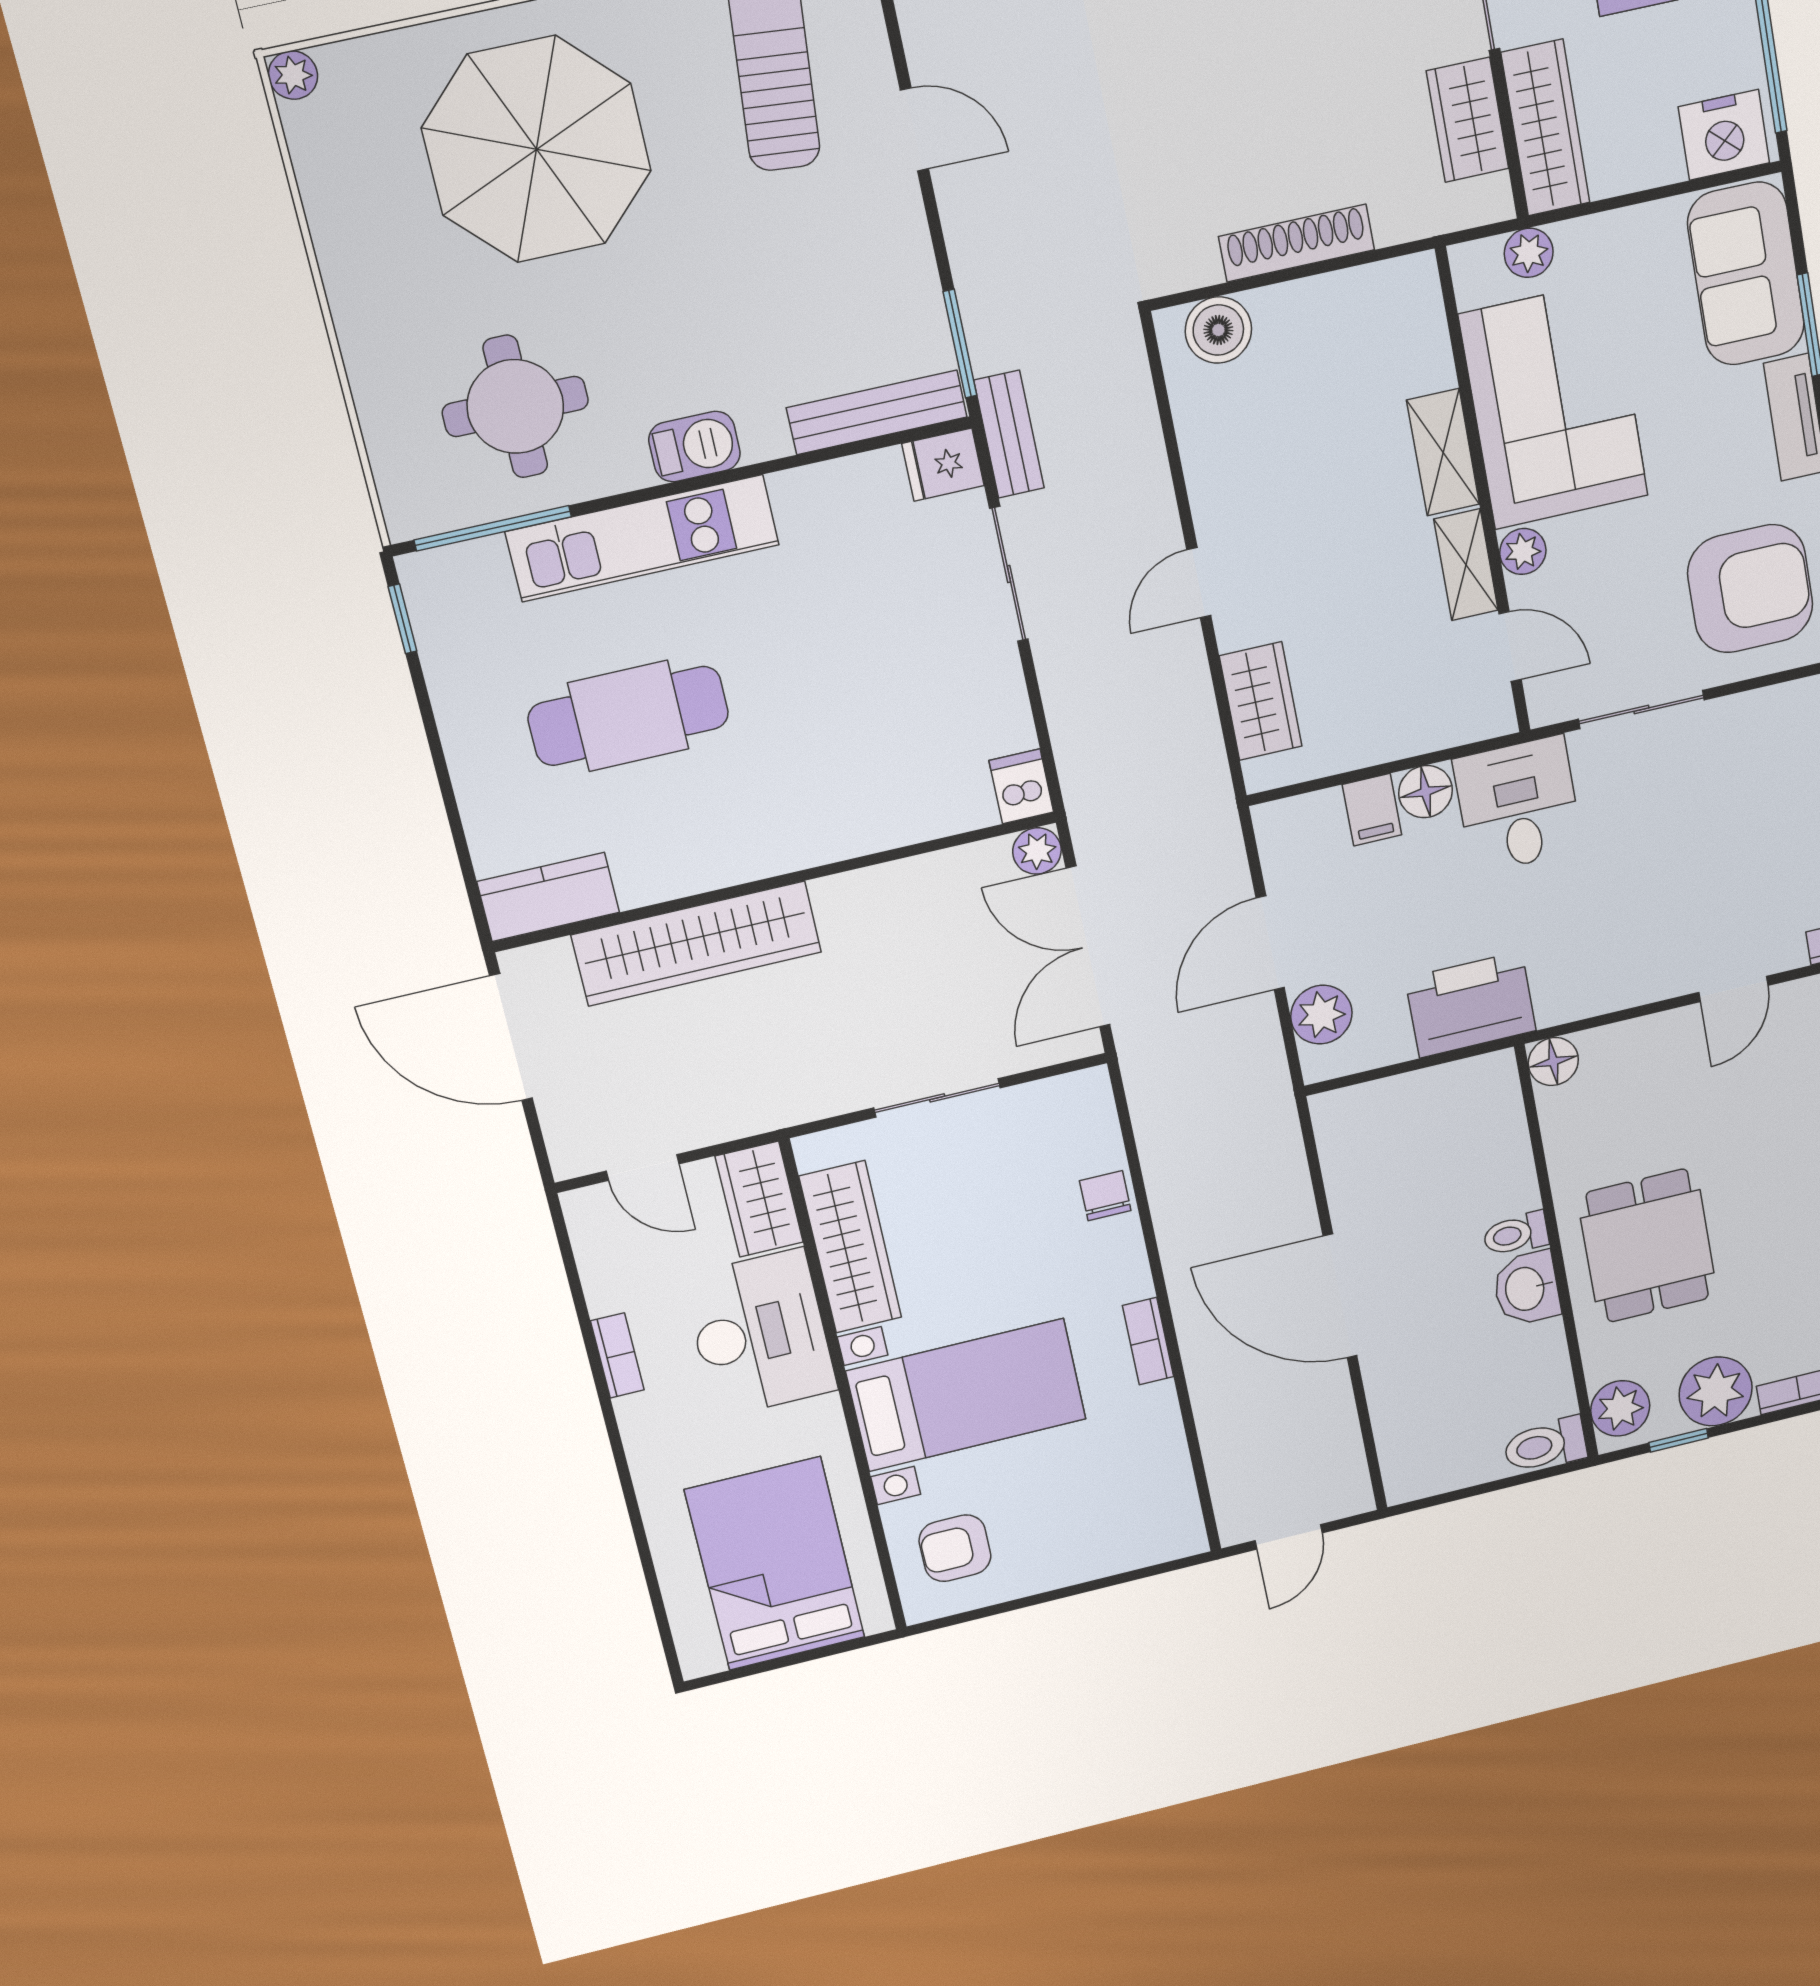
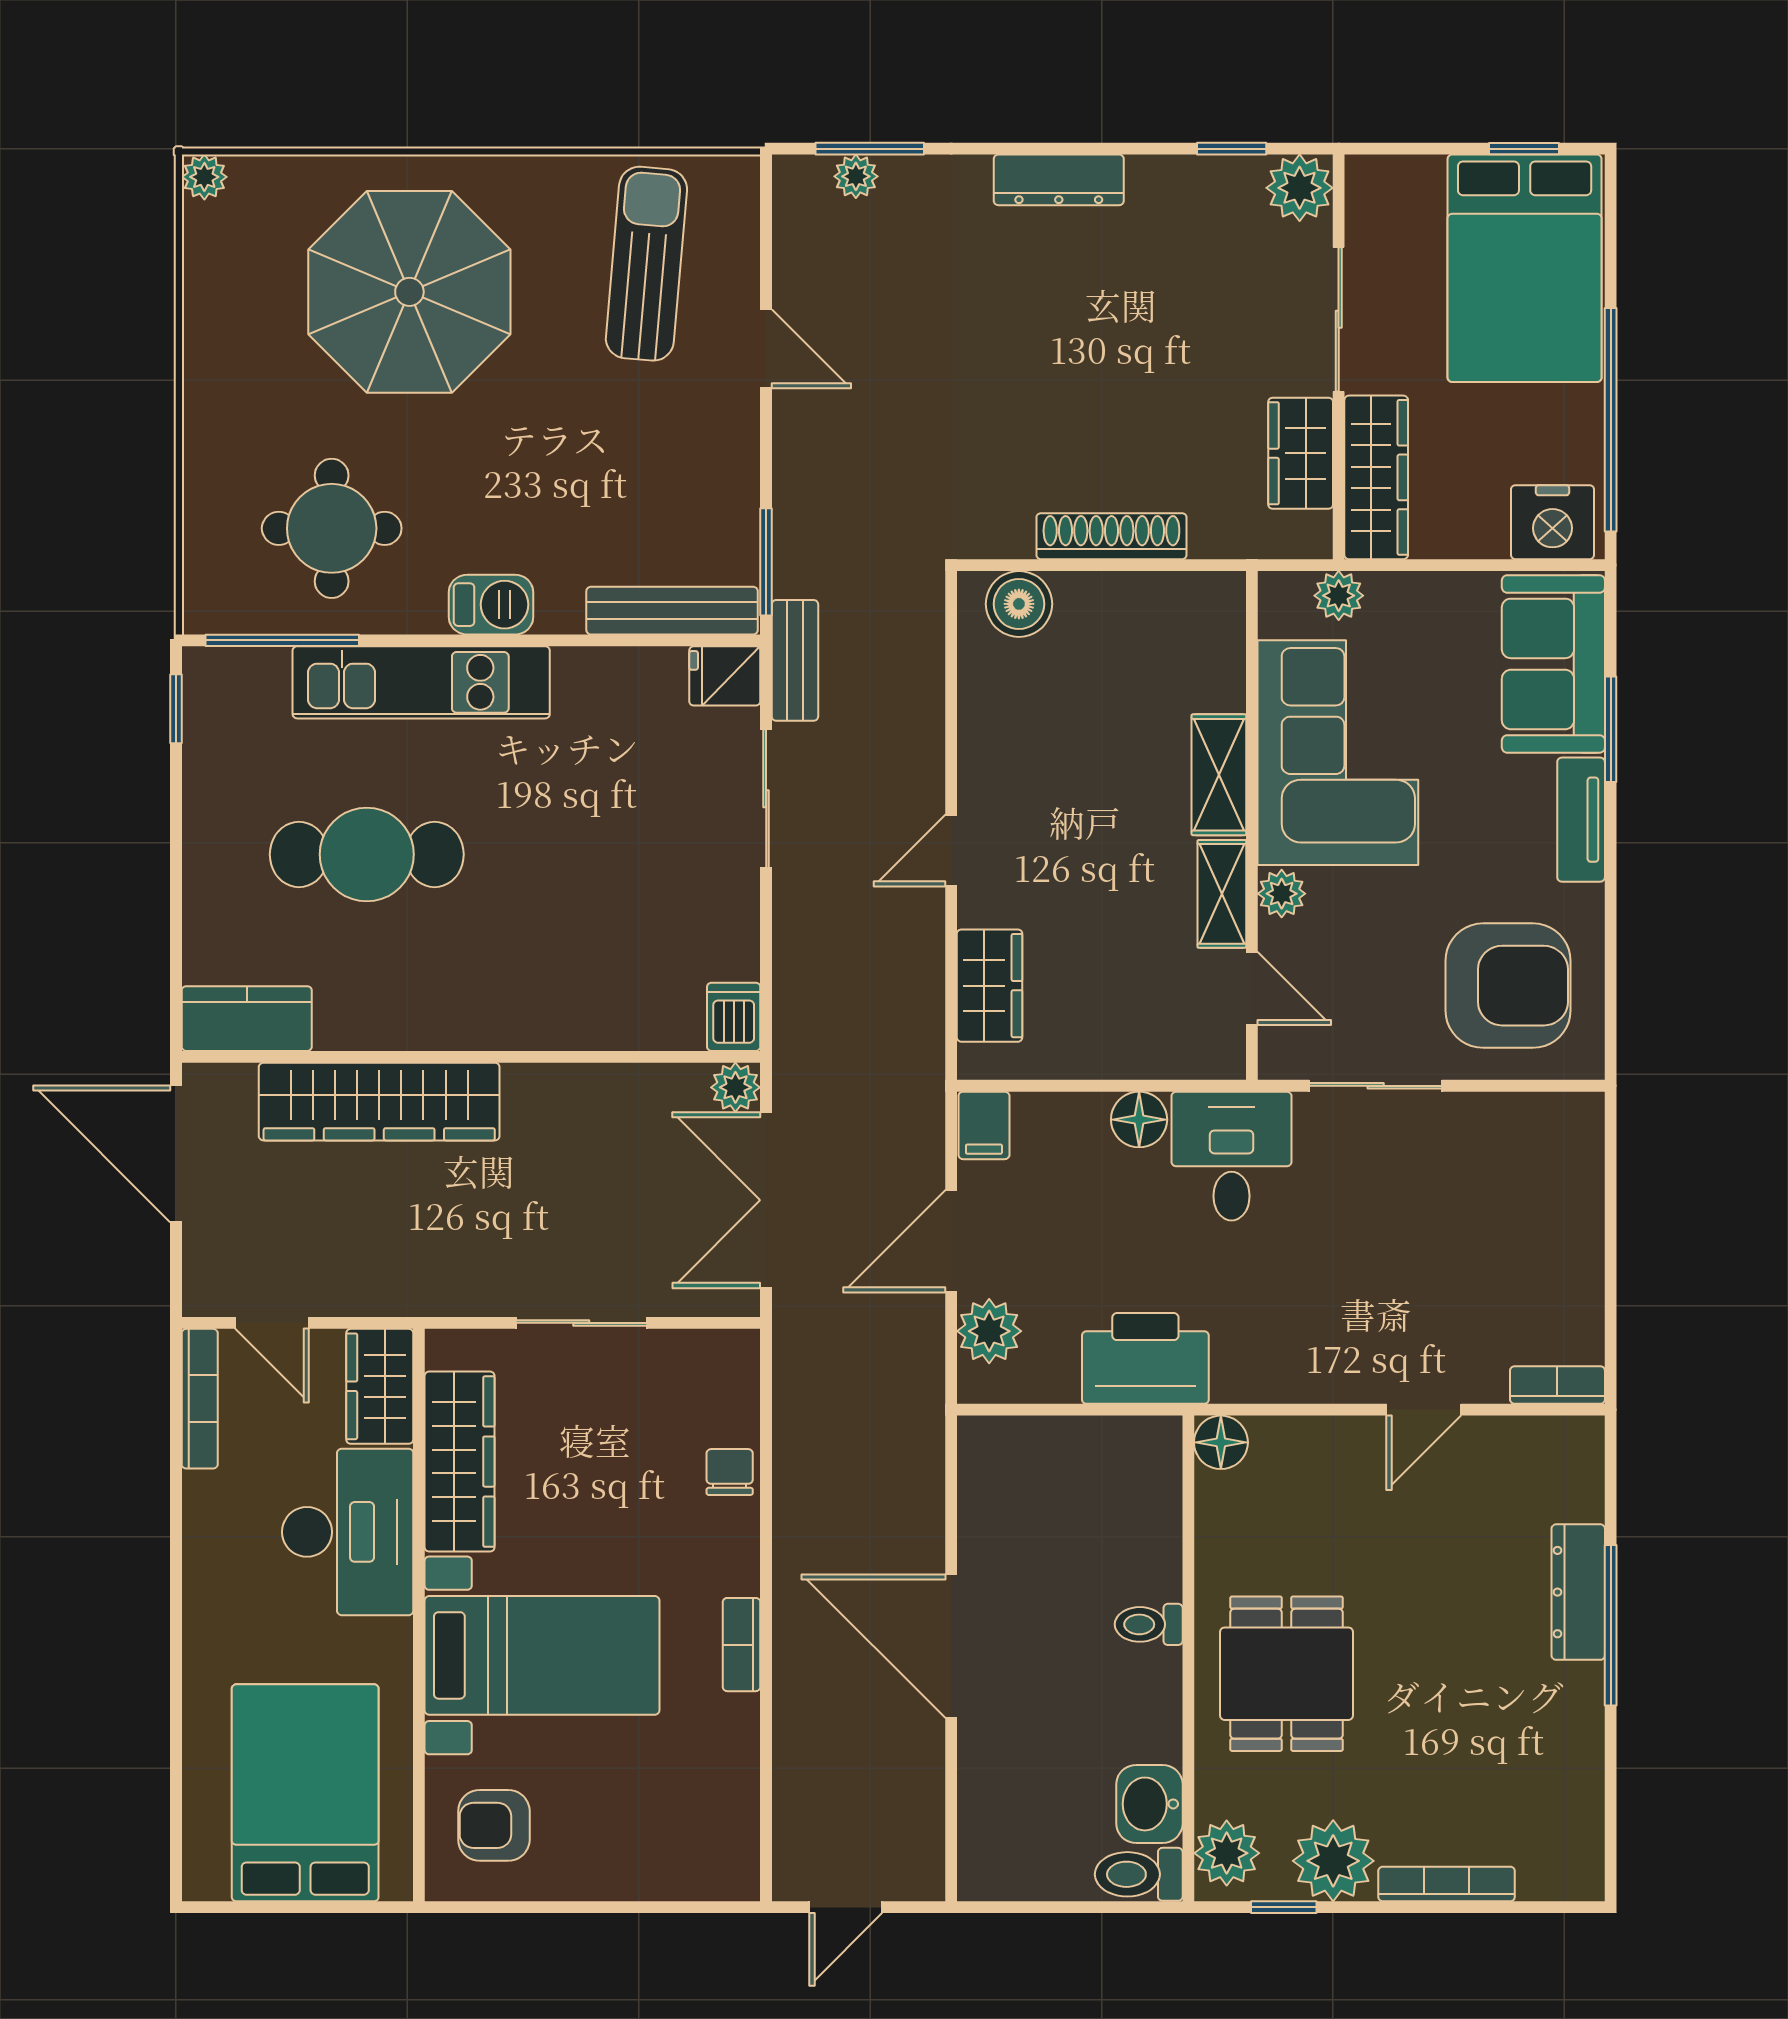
filing cabinet: (1372, 810) -> (984, 1125), moved
washbasin: (1526, 1288) -> (1149, 1804), moved
bookcase: (617, 1355) -> (200, 1399), moved, width x1.56

